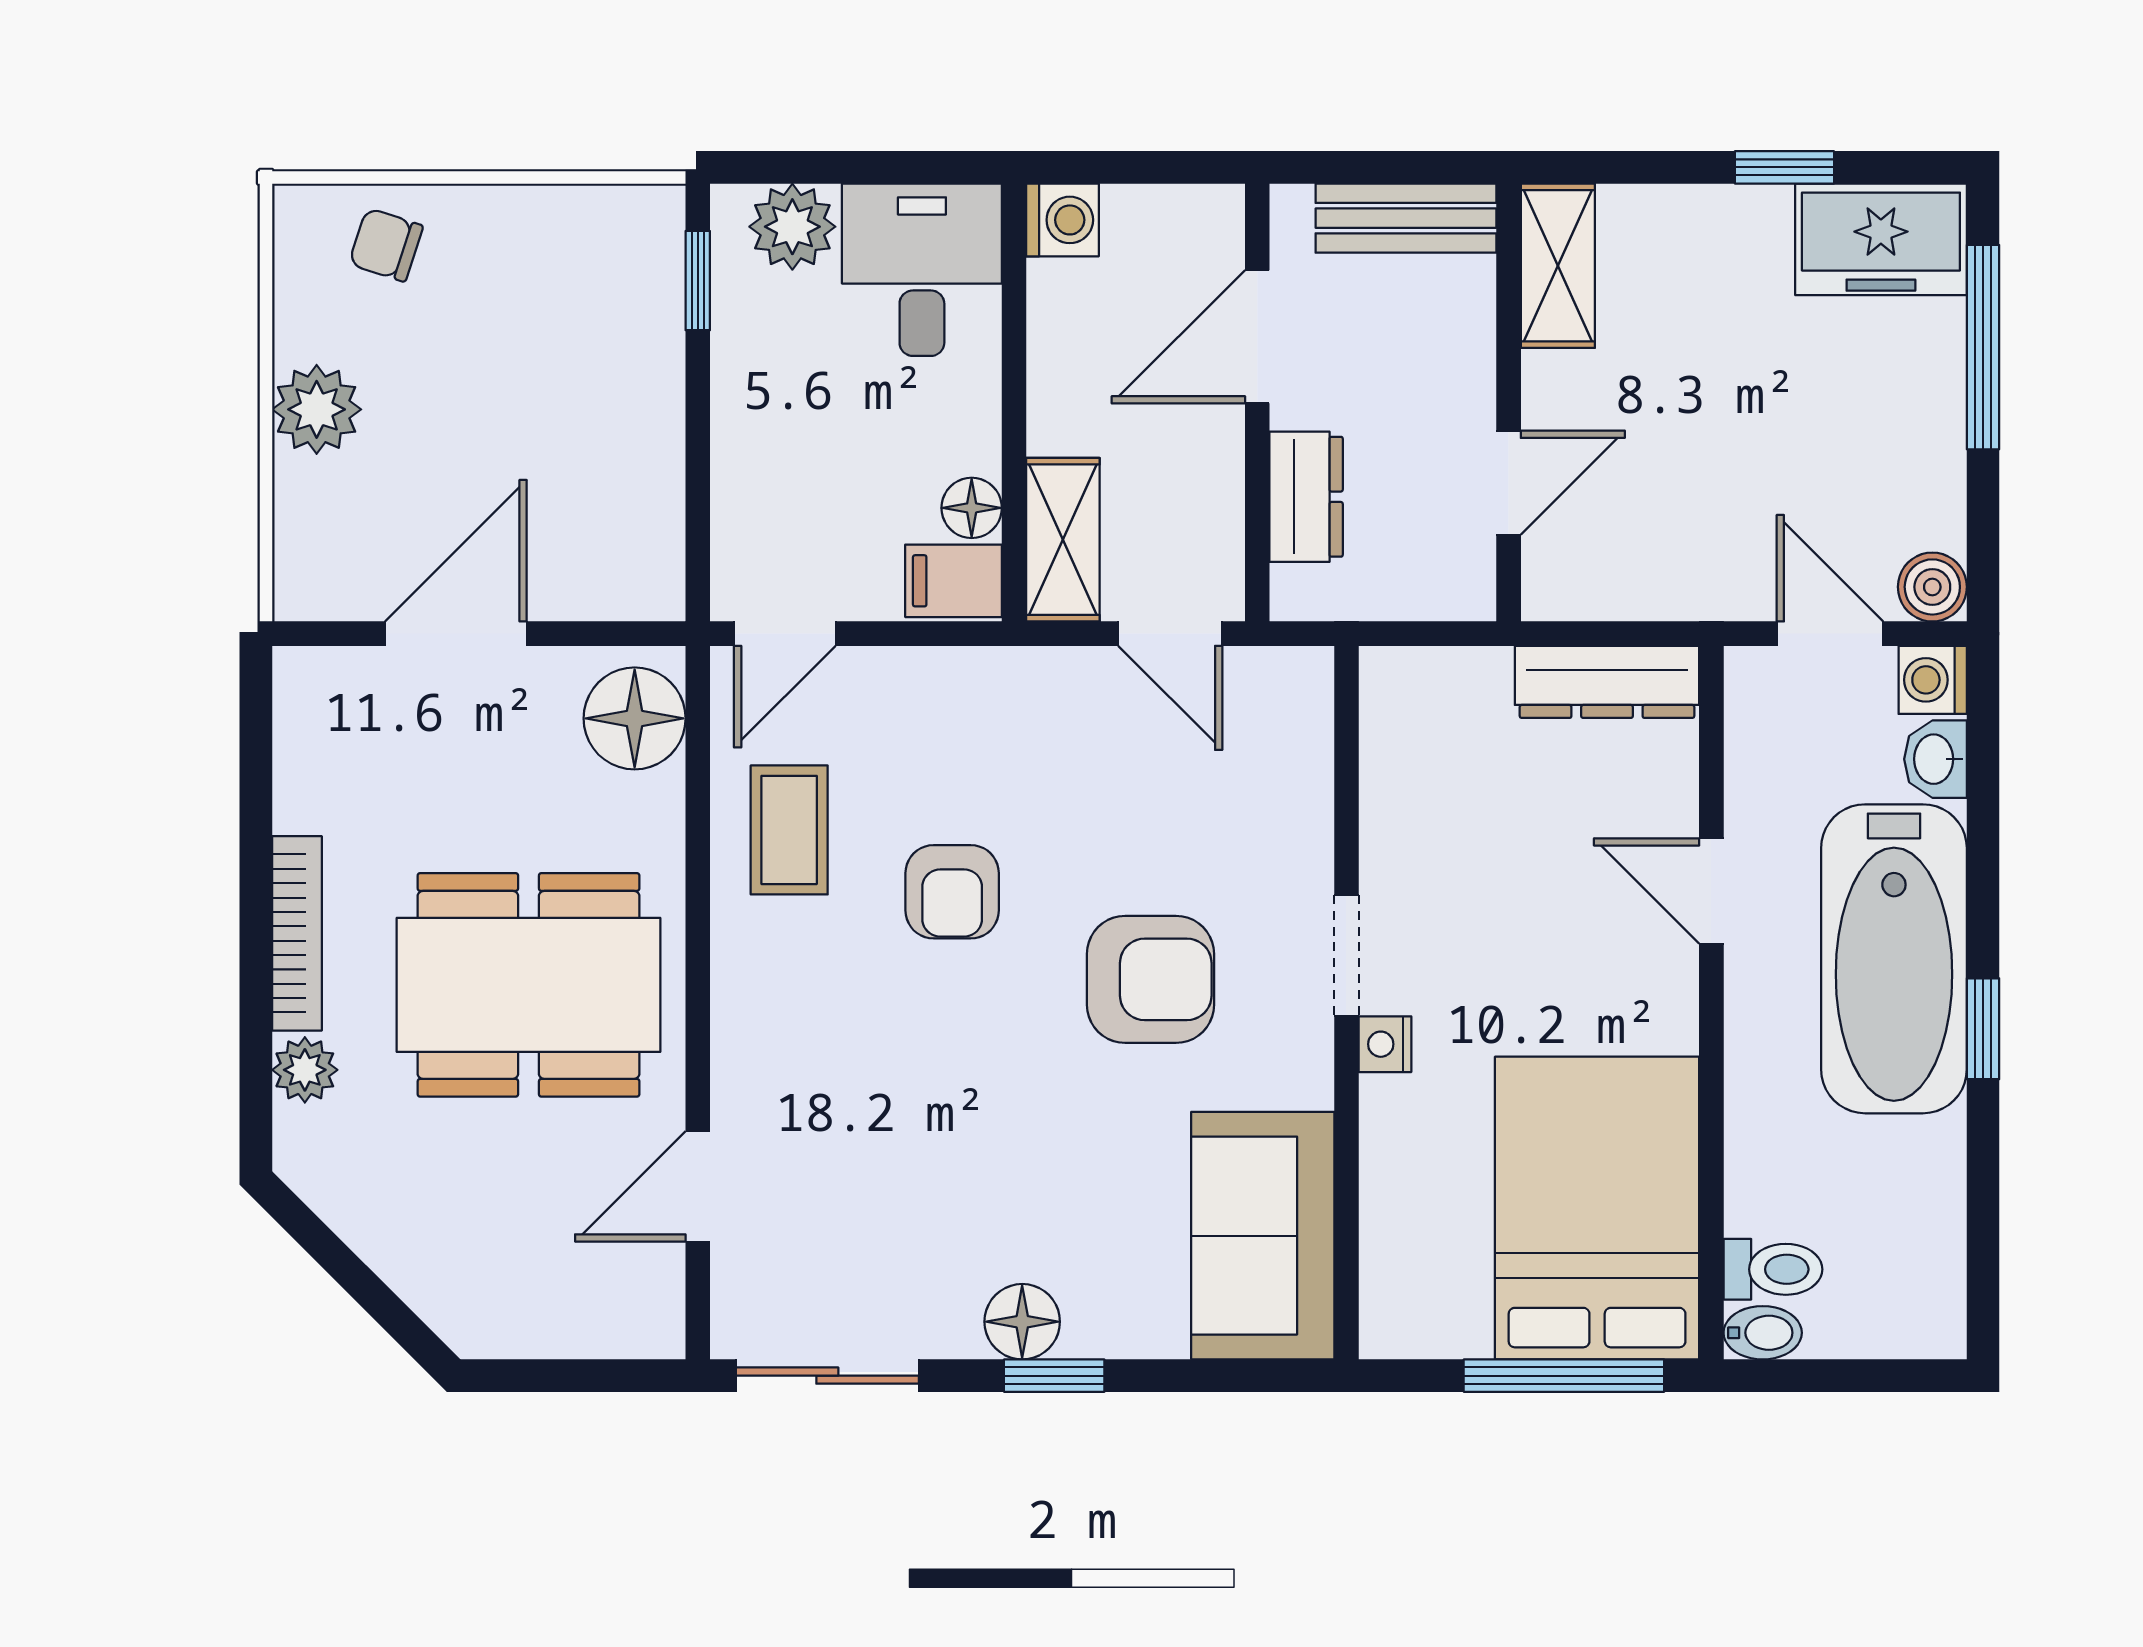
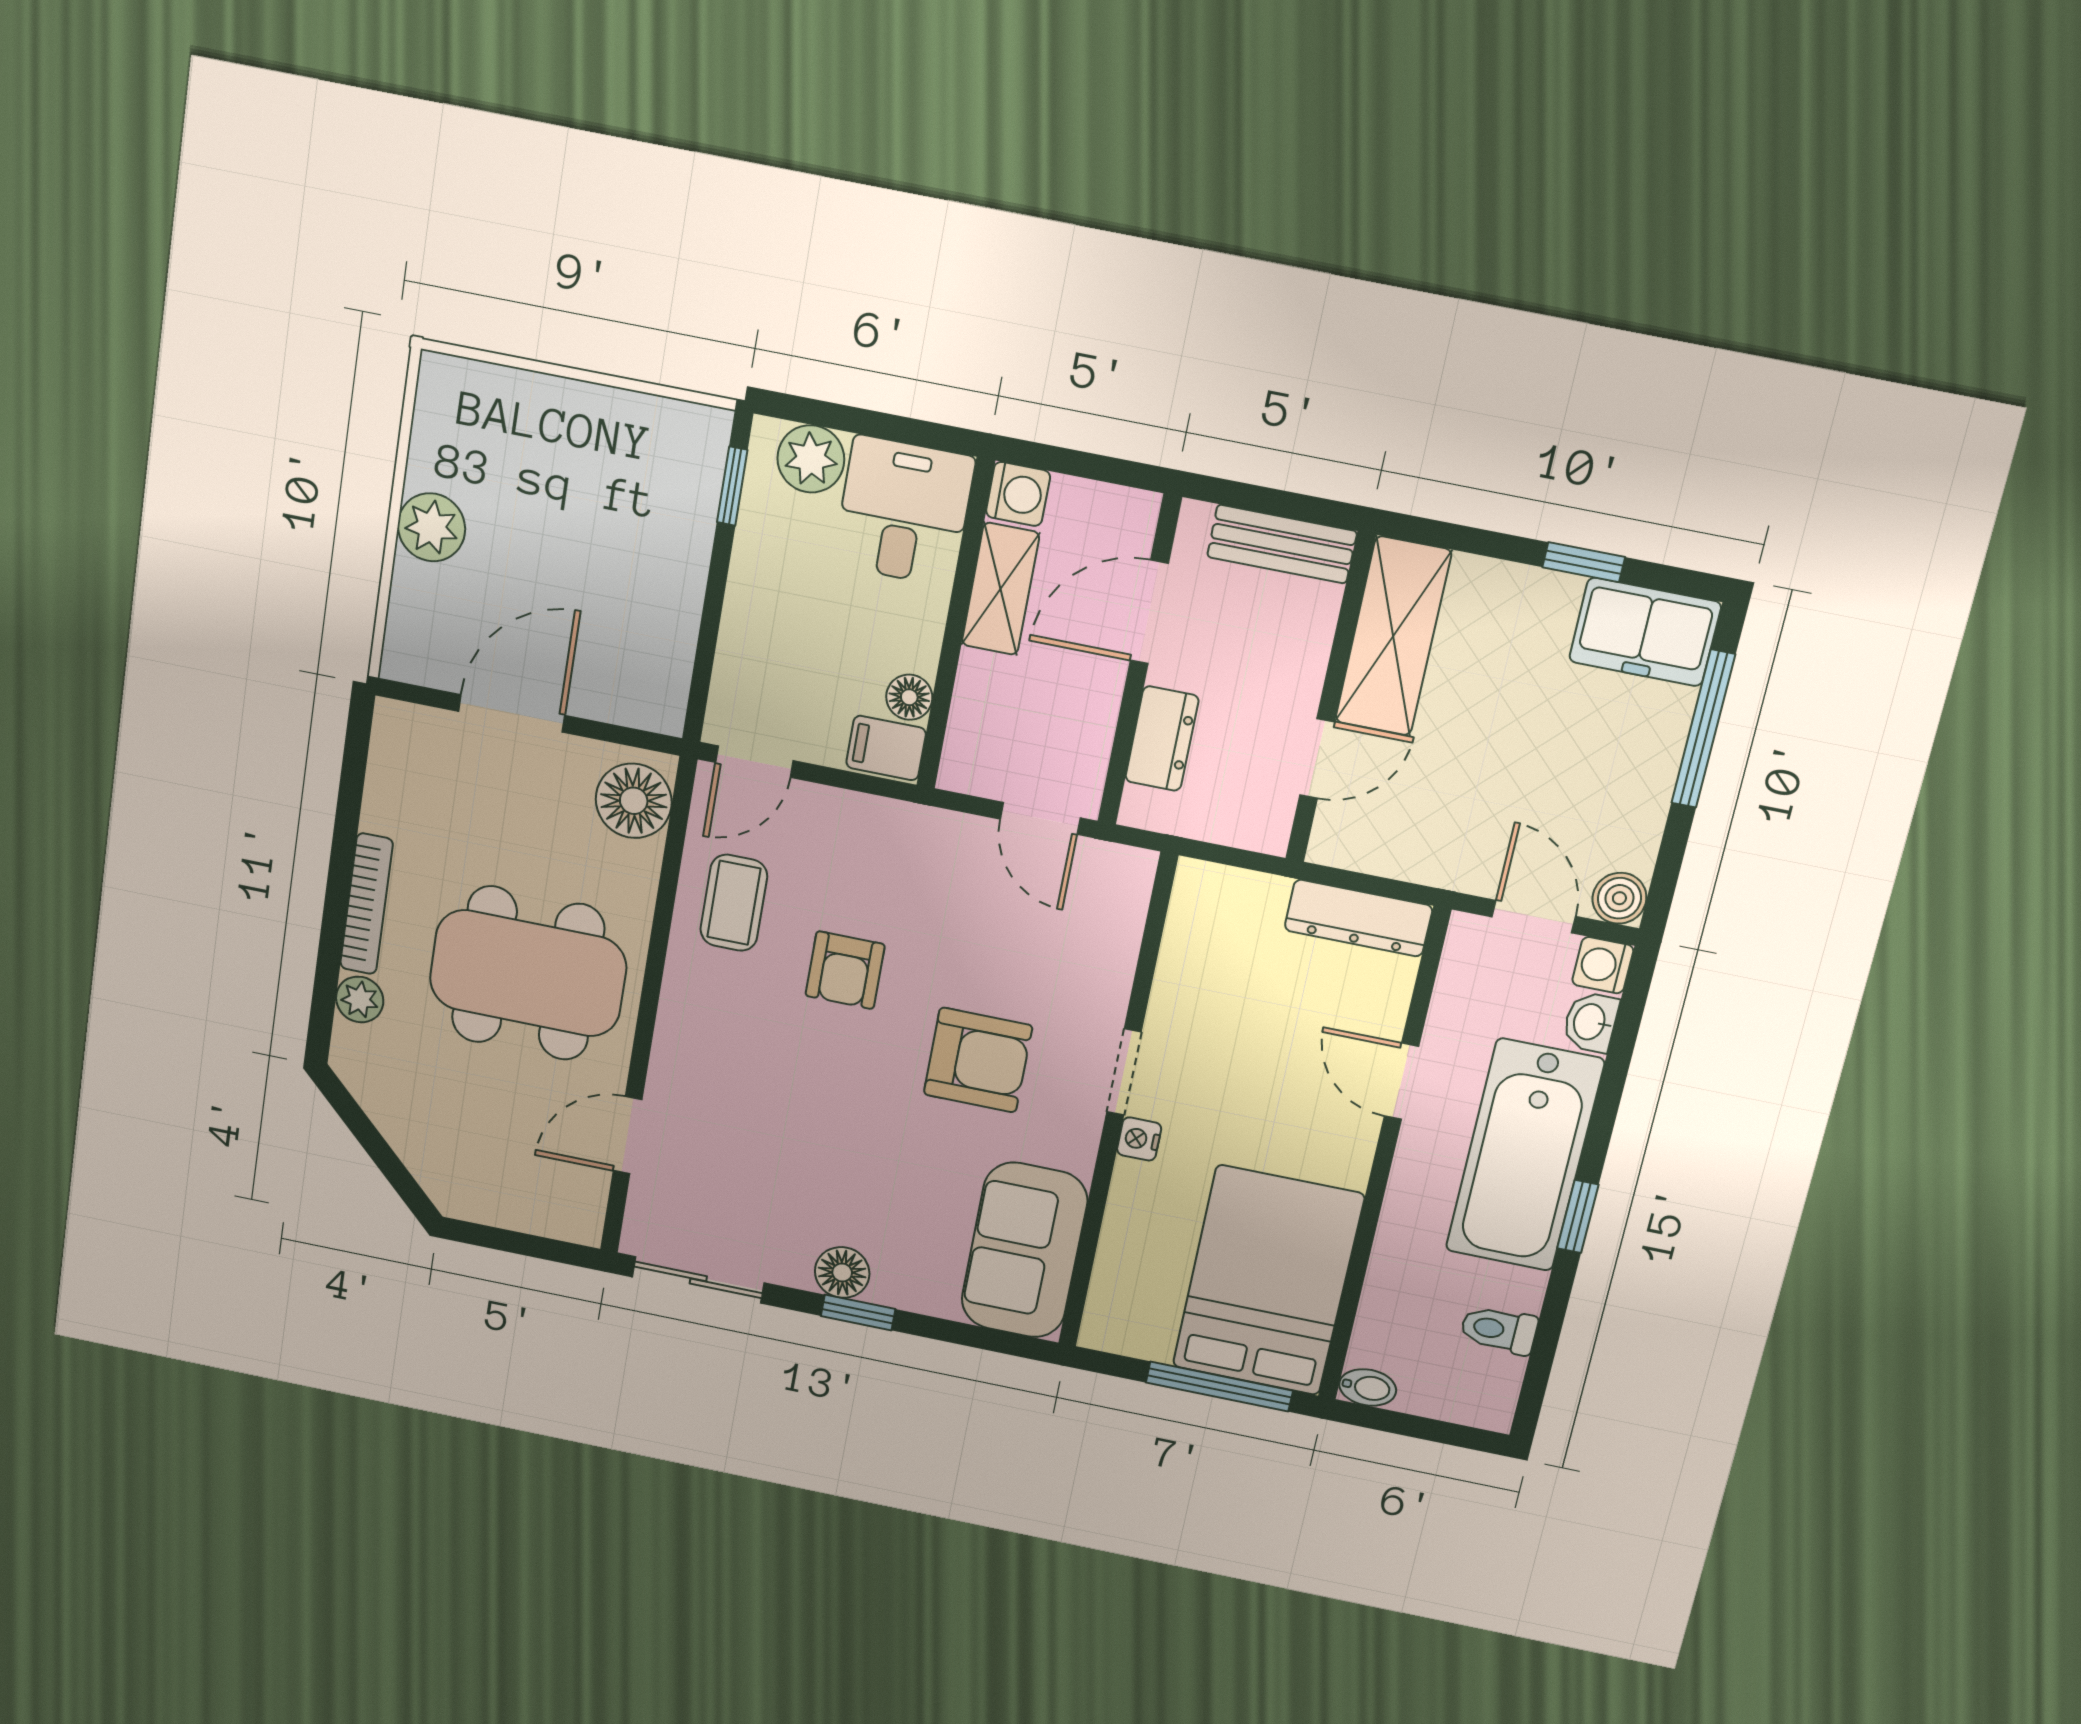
chair: (386, 245) -> (501, 413), removed
shelving: (1558, 266) -> (1393, 636), width x1.50, depth x1.33
shelving: (1063, 540) -> (1001, 589), moved
toilet: (1773, 1269) -> (1499, 1330), moved, turned 180

